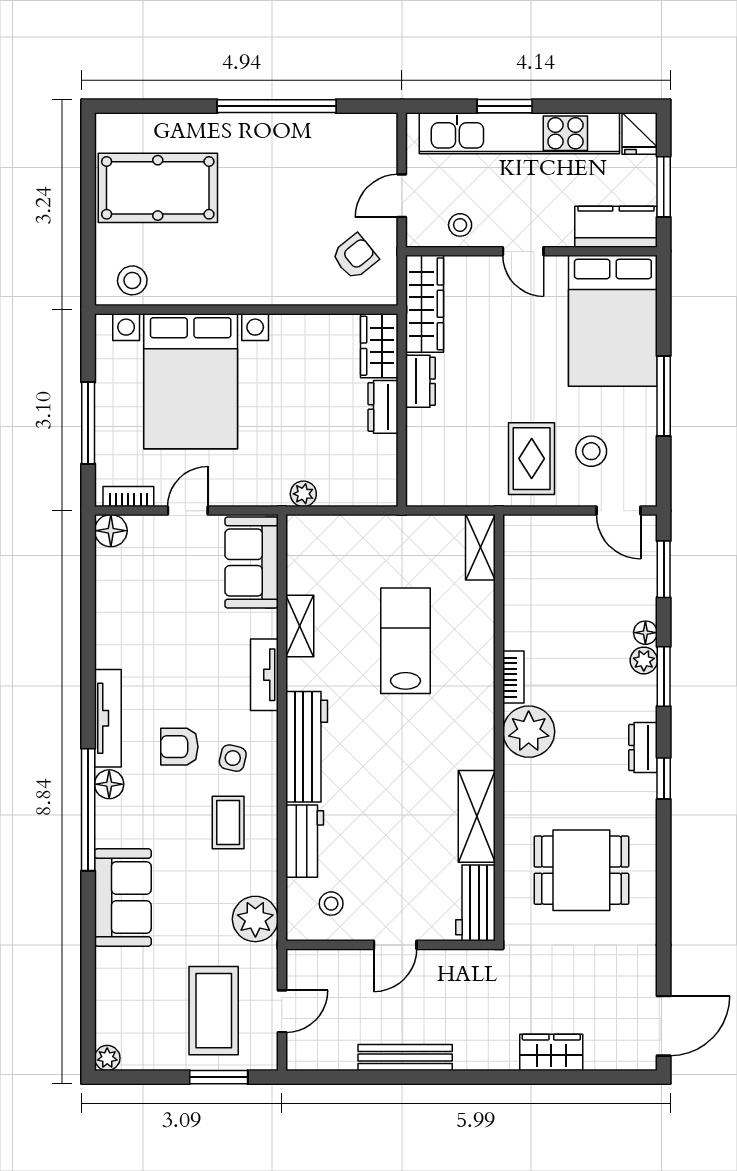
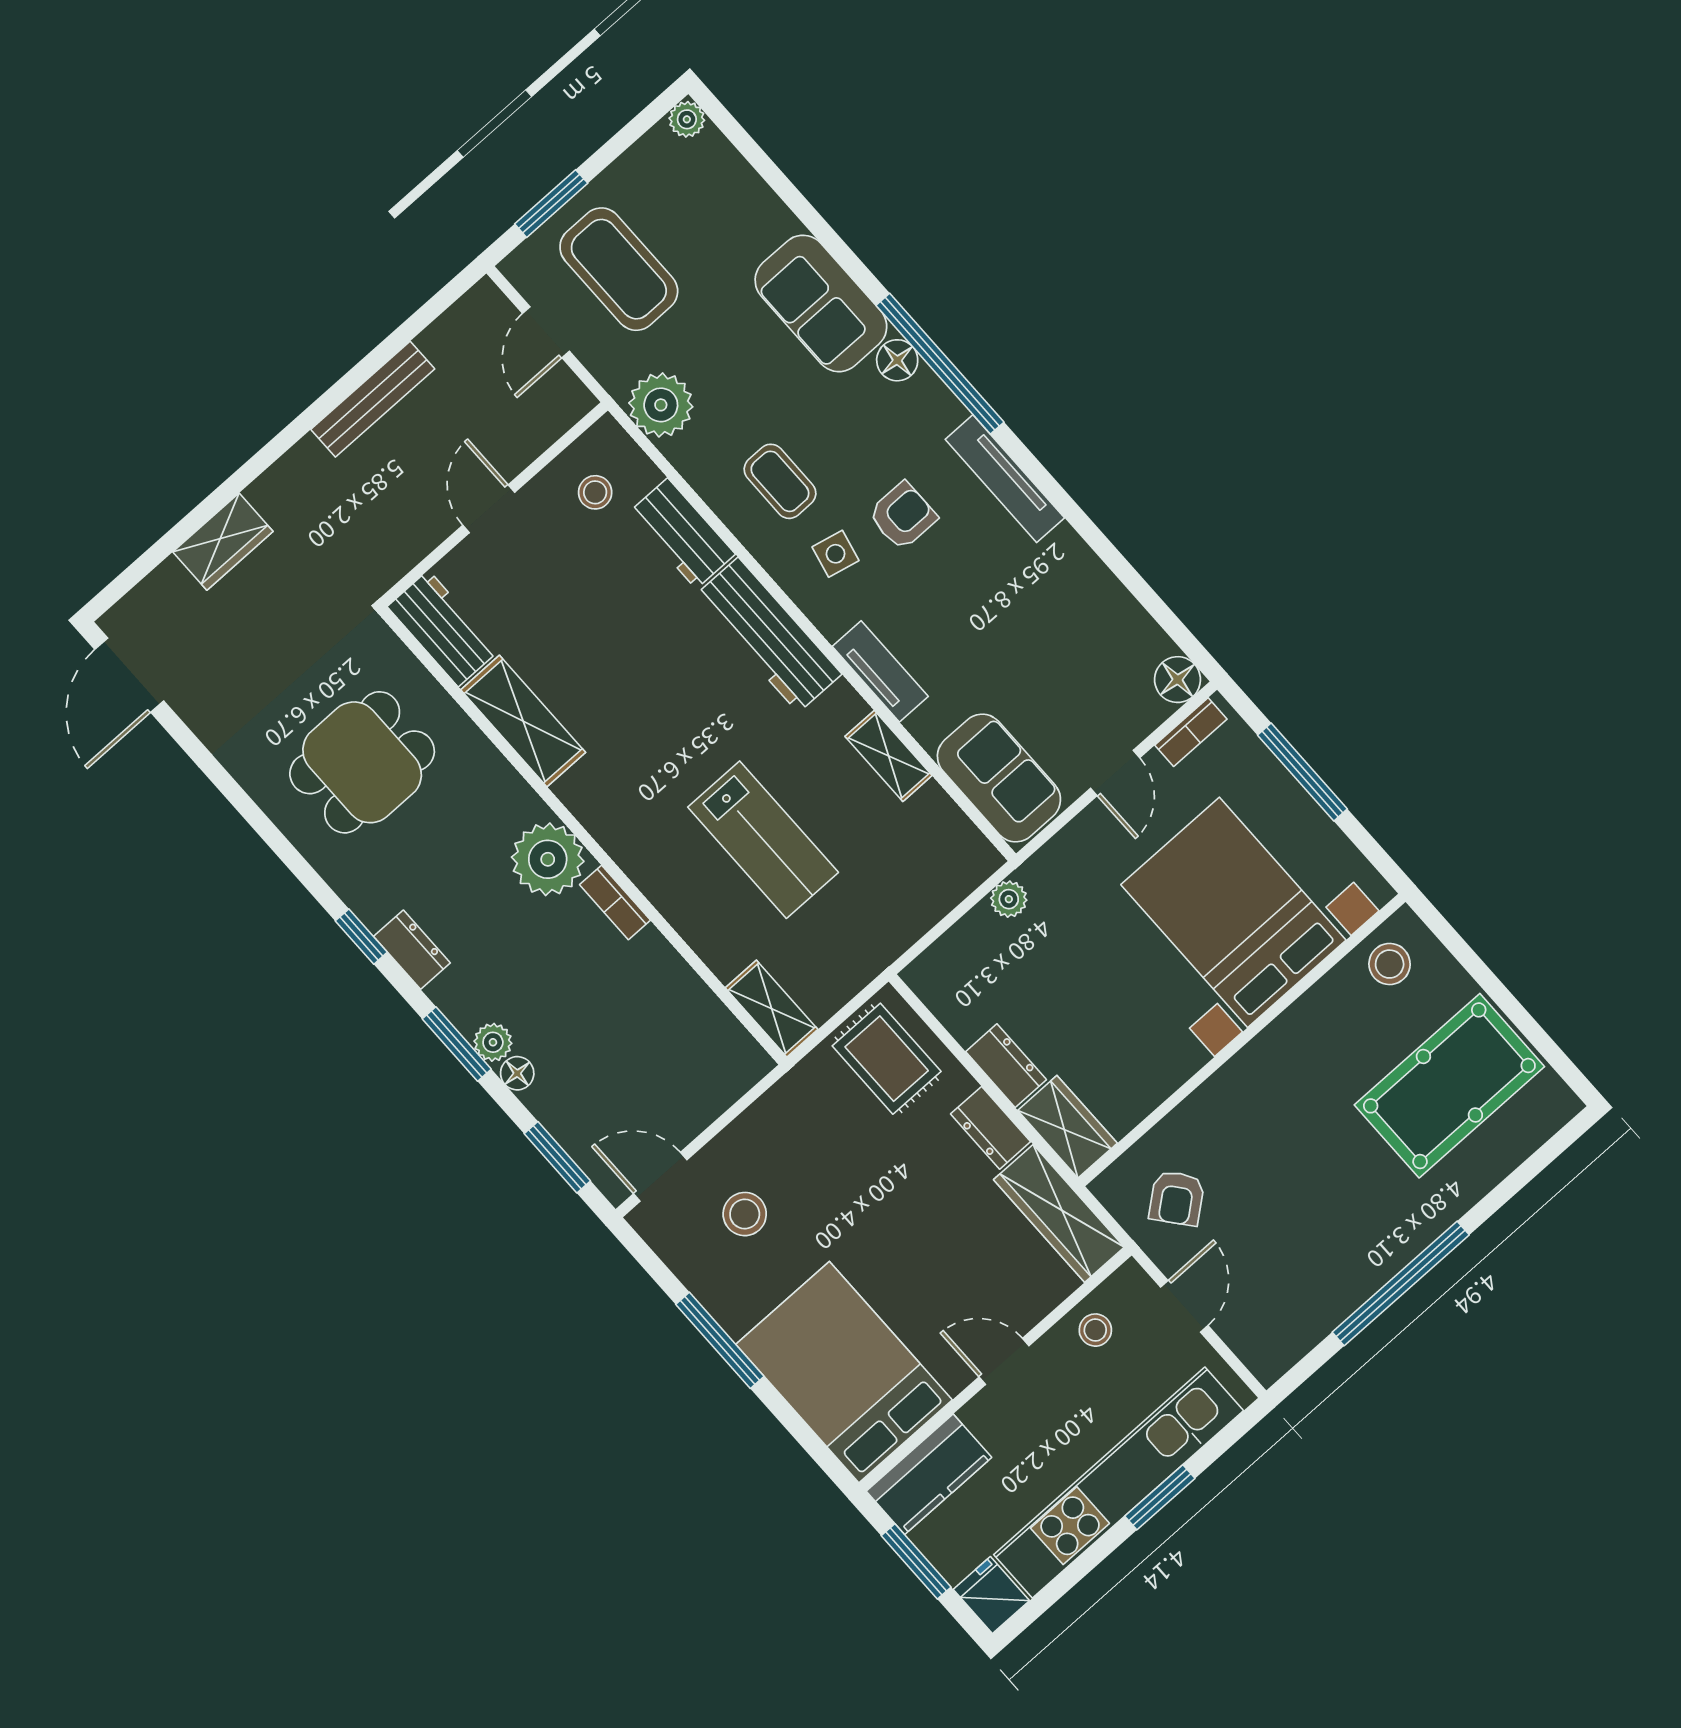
rug: (532, 459) -> (887, 1059), moved
floor lamp: (109, 784) -> (897, 360), moved

